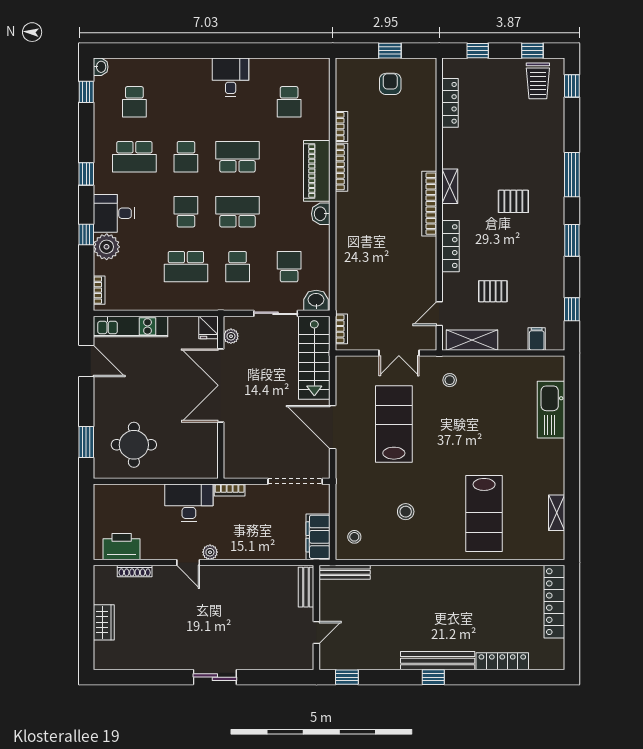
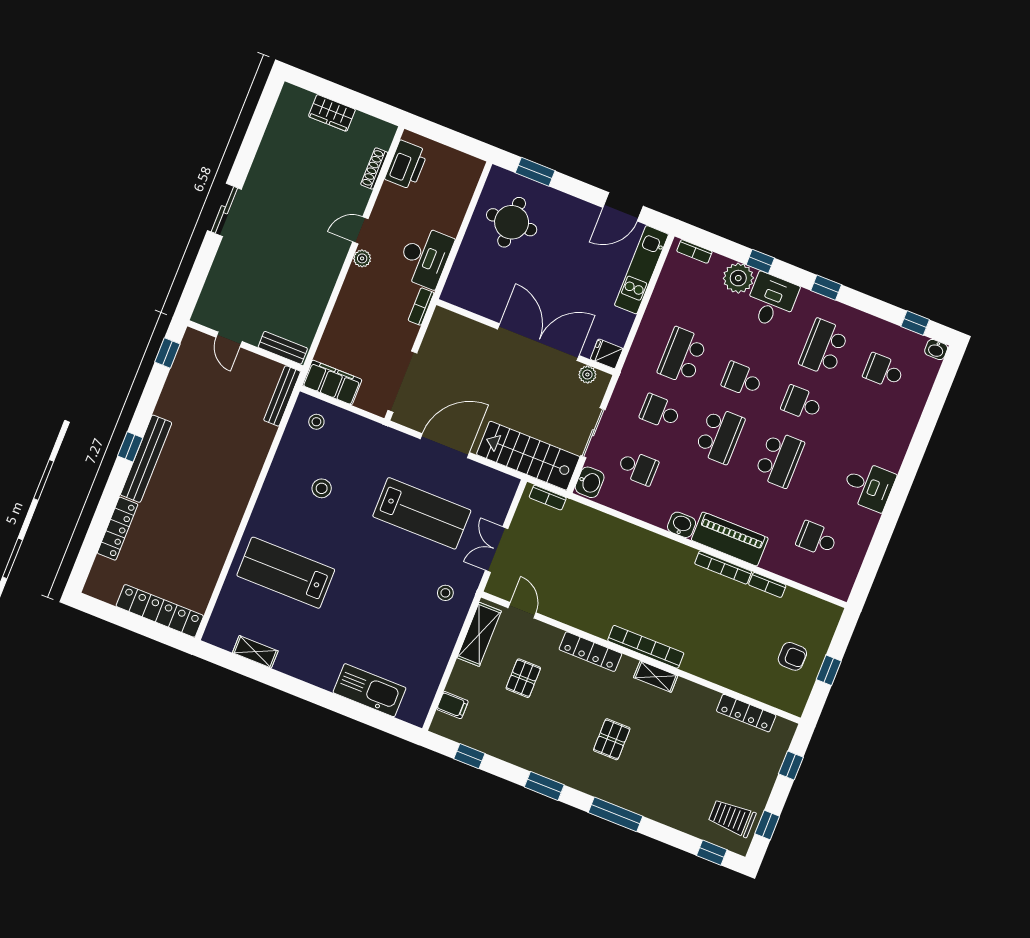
school desk: (186, 212) -> (742, 379), turned 180

